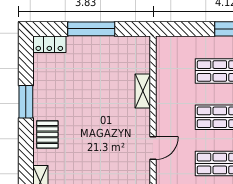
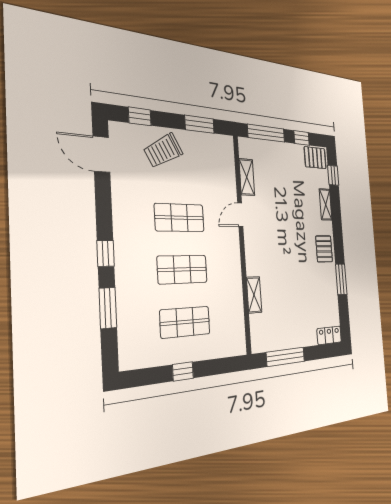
window: (91, 29) -> (285, 357), moved
door: (153, 148) -> (240, 215), moved

